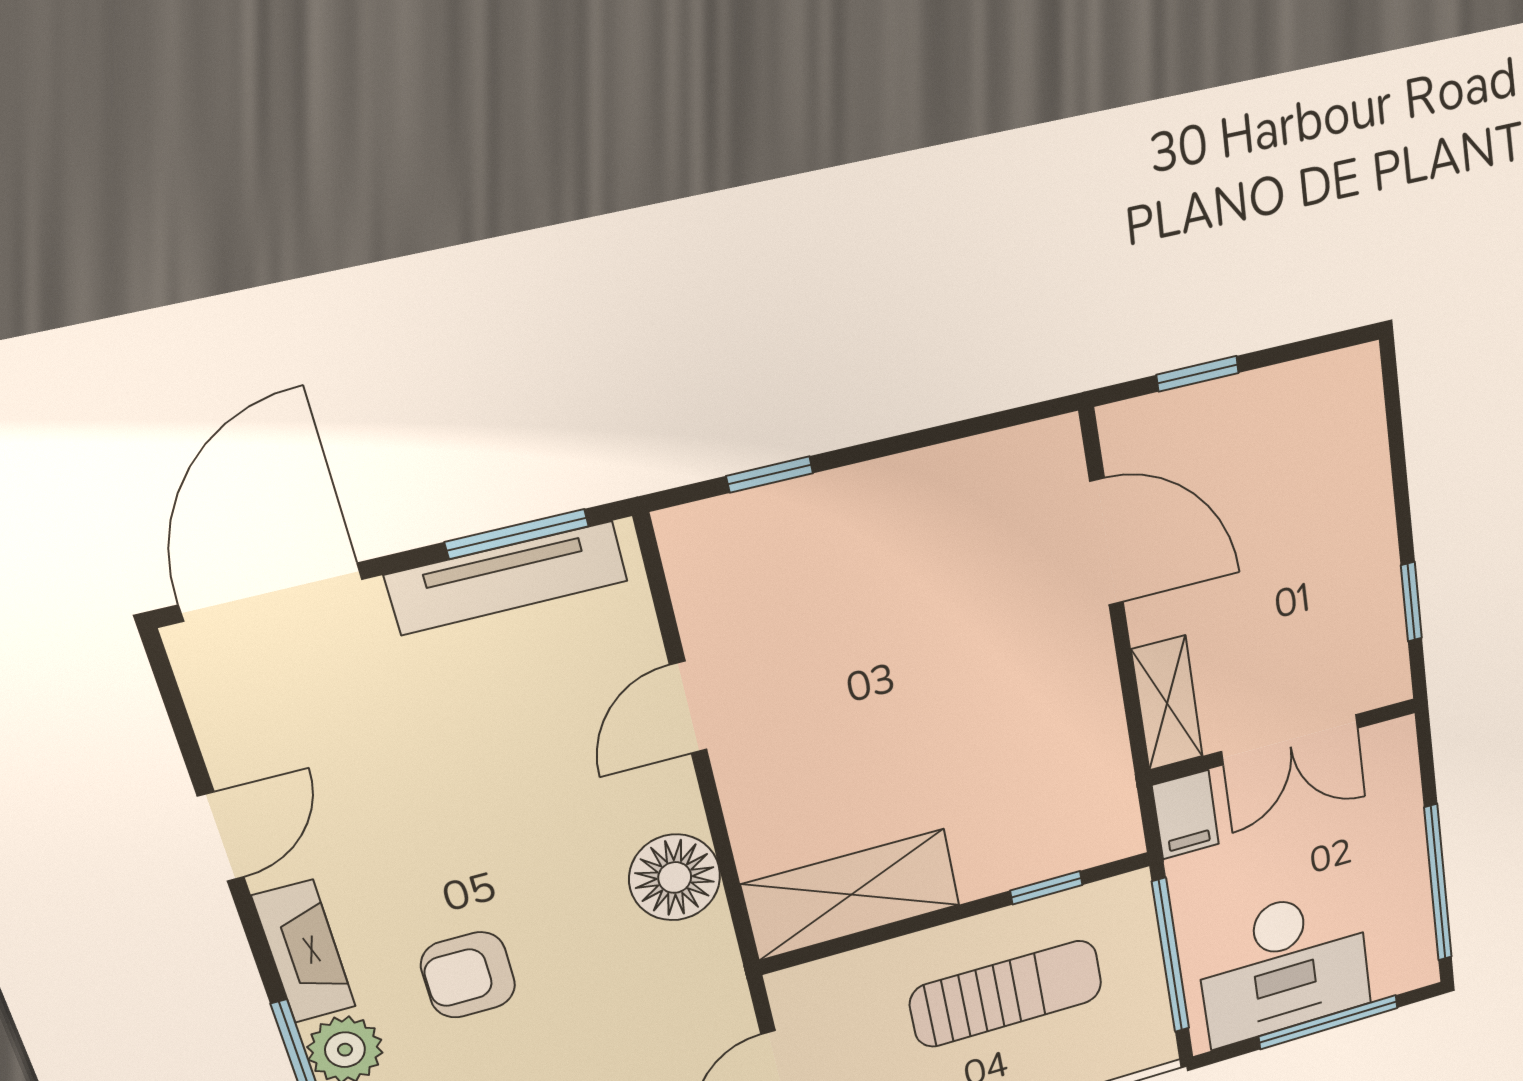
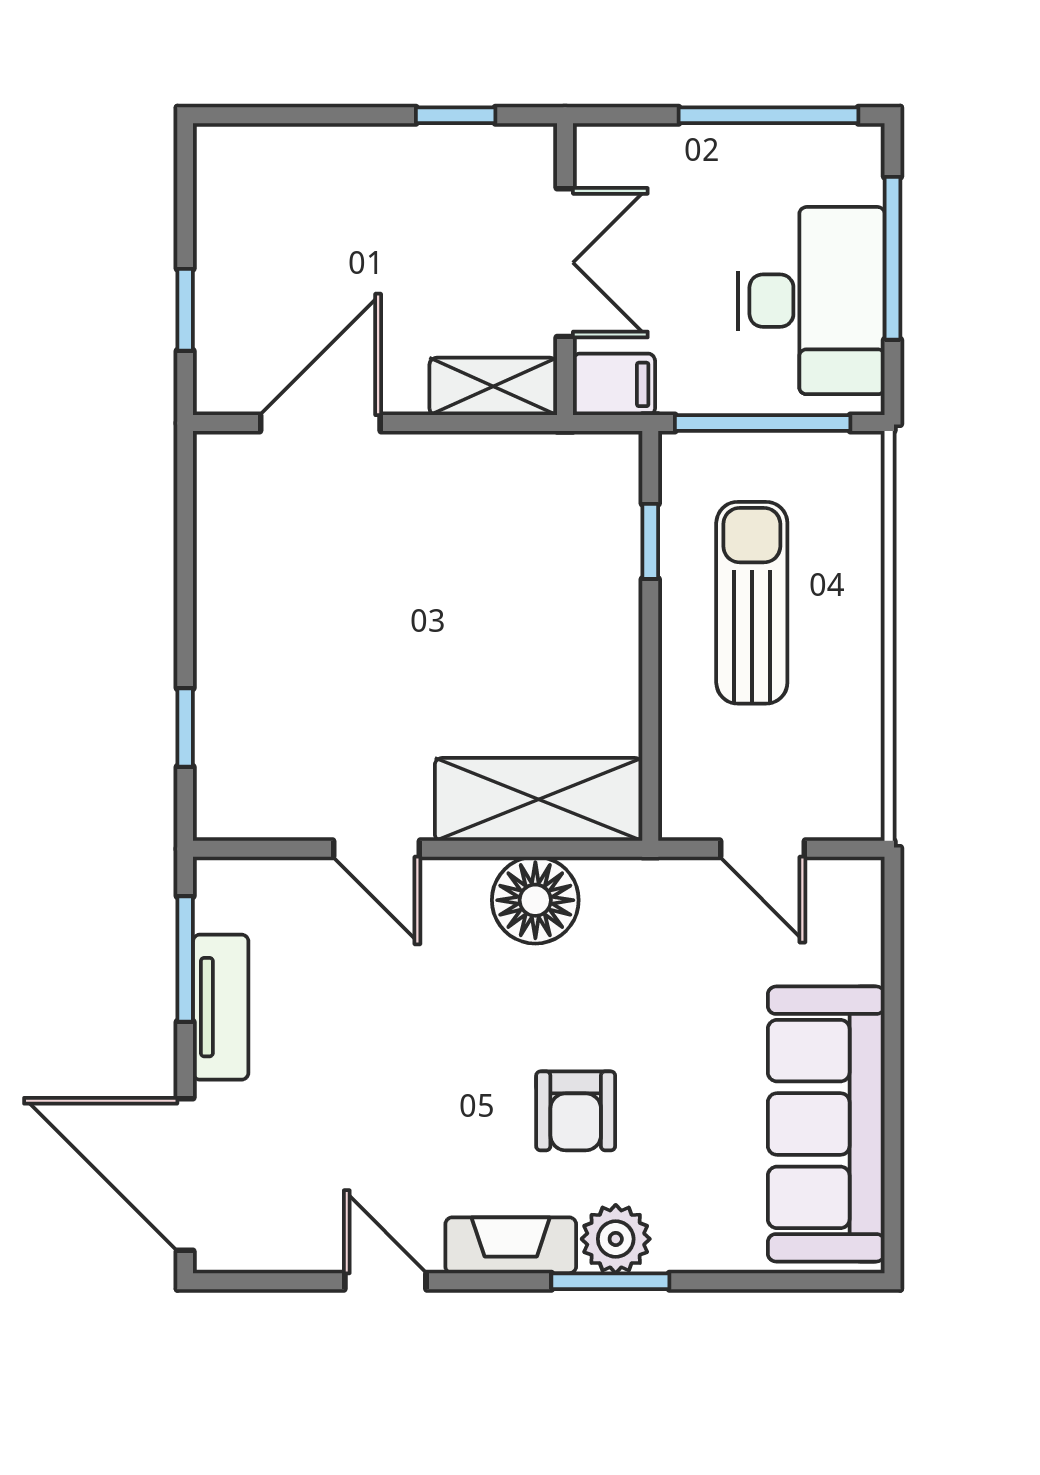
tv unit: (507, 578) -> (221, 1007), width x0.71
shelving: (851, 895) -> (539, 799), moved, turned 90

